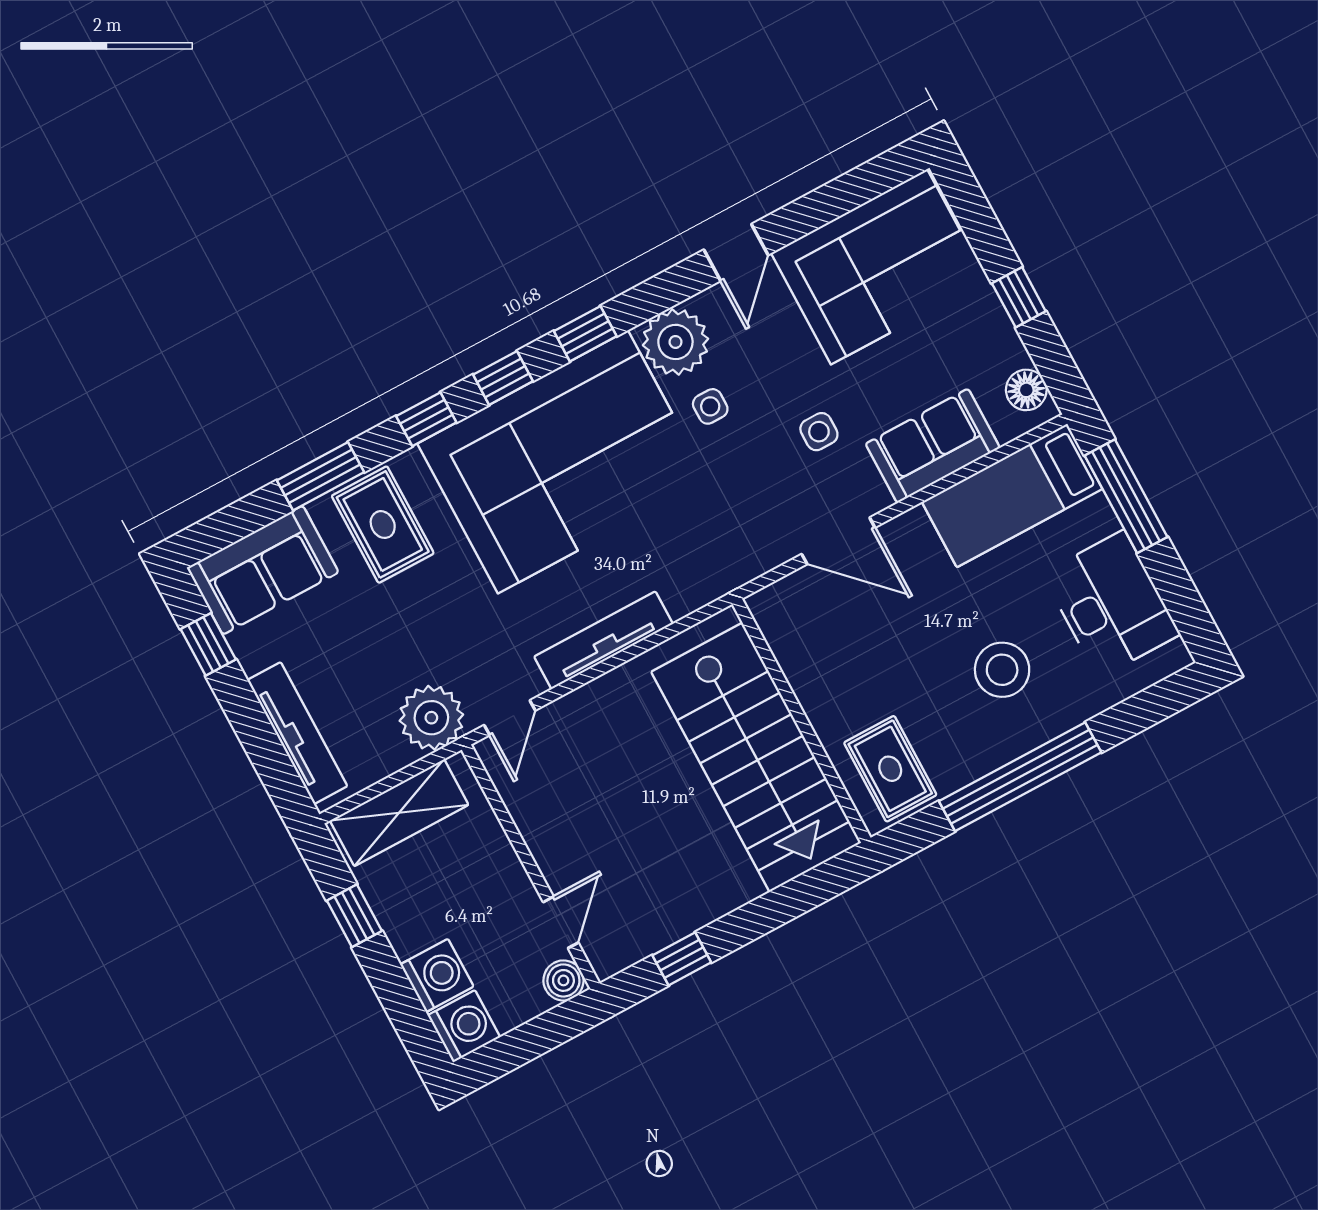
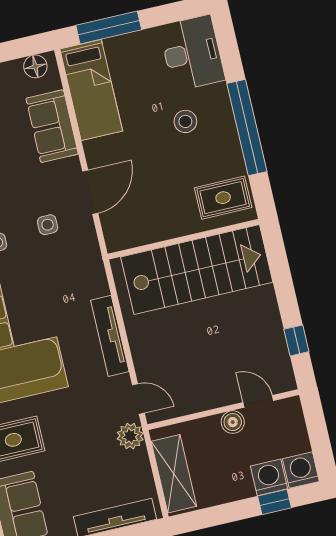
side table: (819, 432) -> (48, 225), moved
desk: (1111, 604) -> (192, 53), moved, turned 90
stool: (1002, 670) -> (185, 121), width x0.73, depth x0.73
plant: (431, 718) -> (130, 436), width x0.73, depth x0.73
window: (354, 916) -> (275, 502), moved
boiler: (563, 980) -> (233, 422), moved

